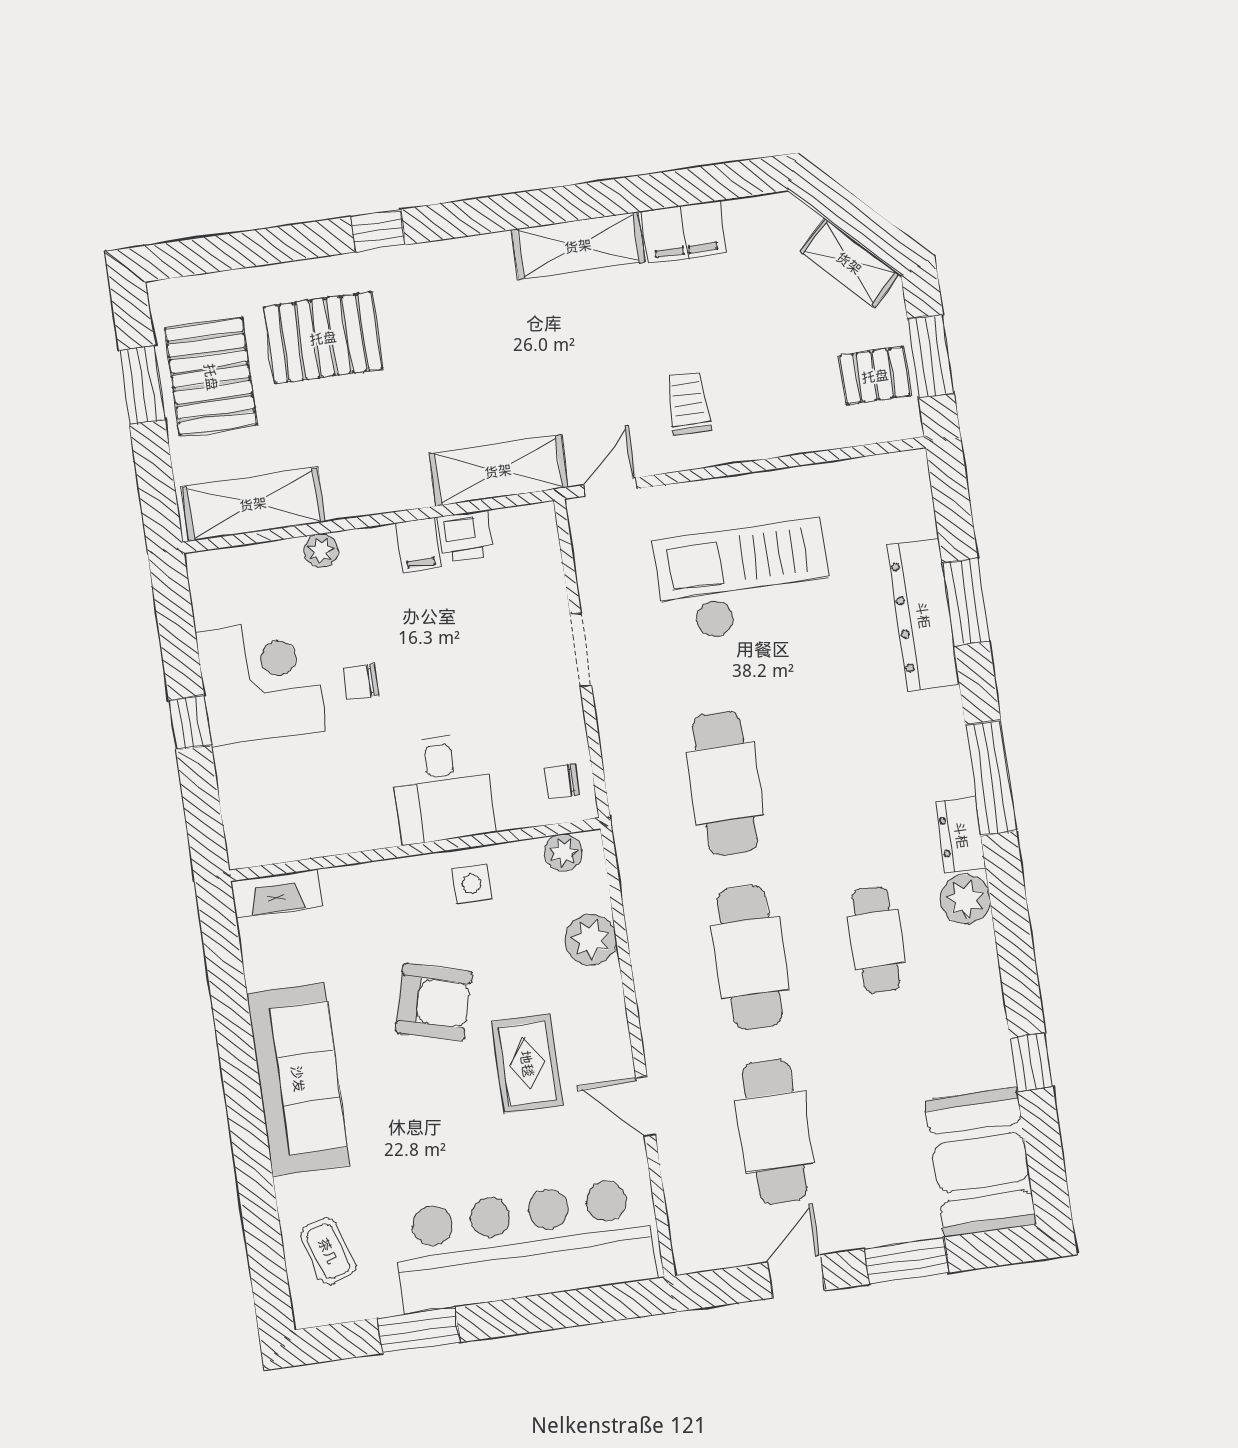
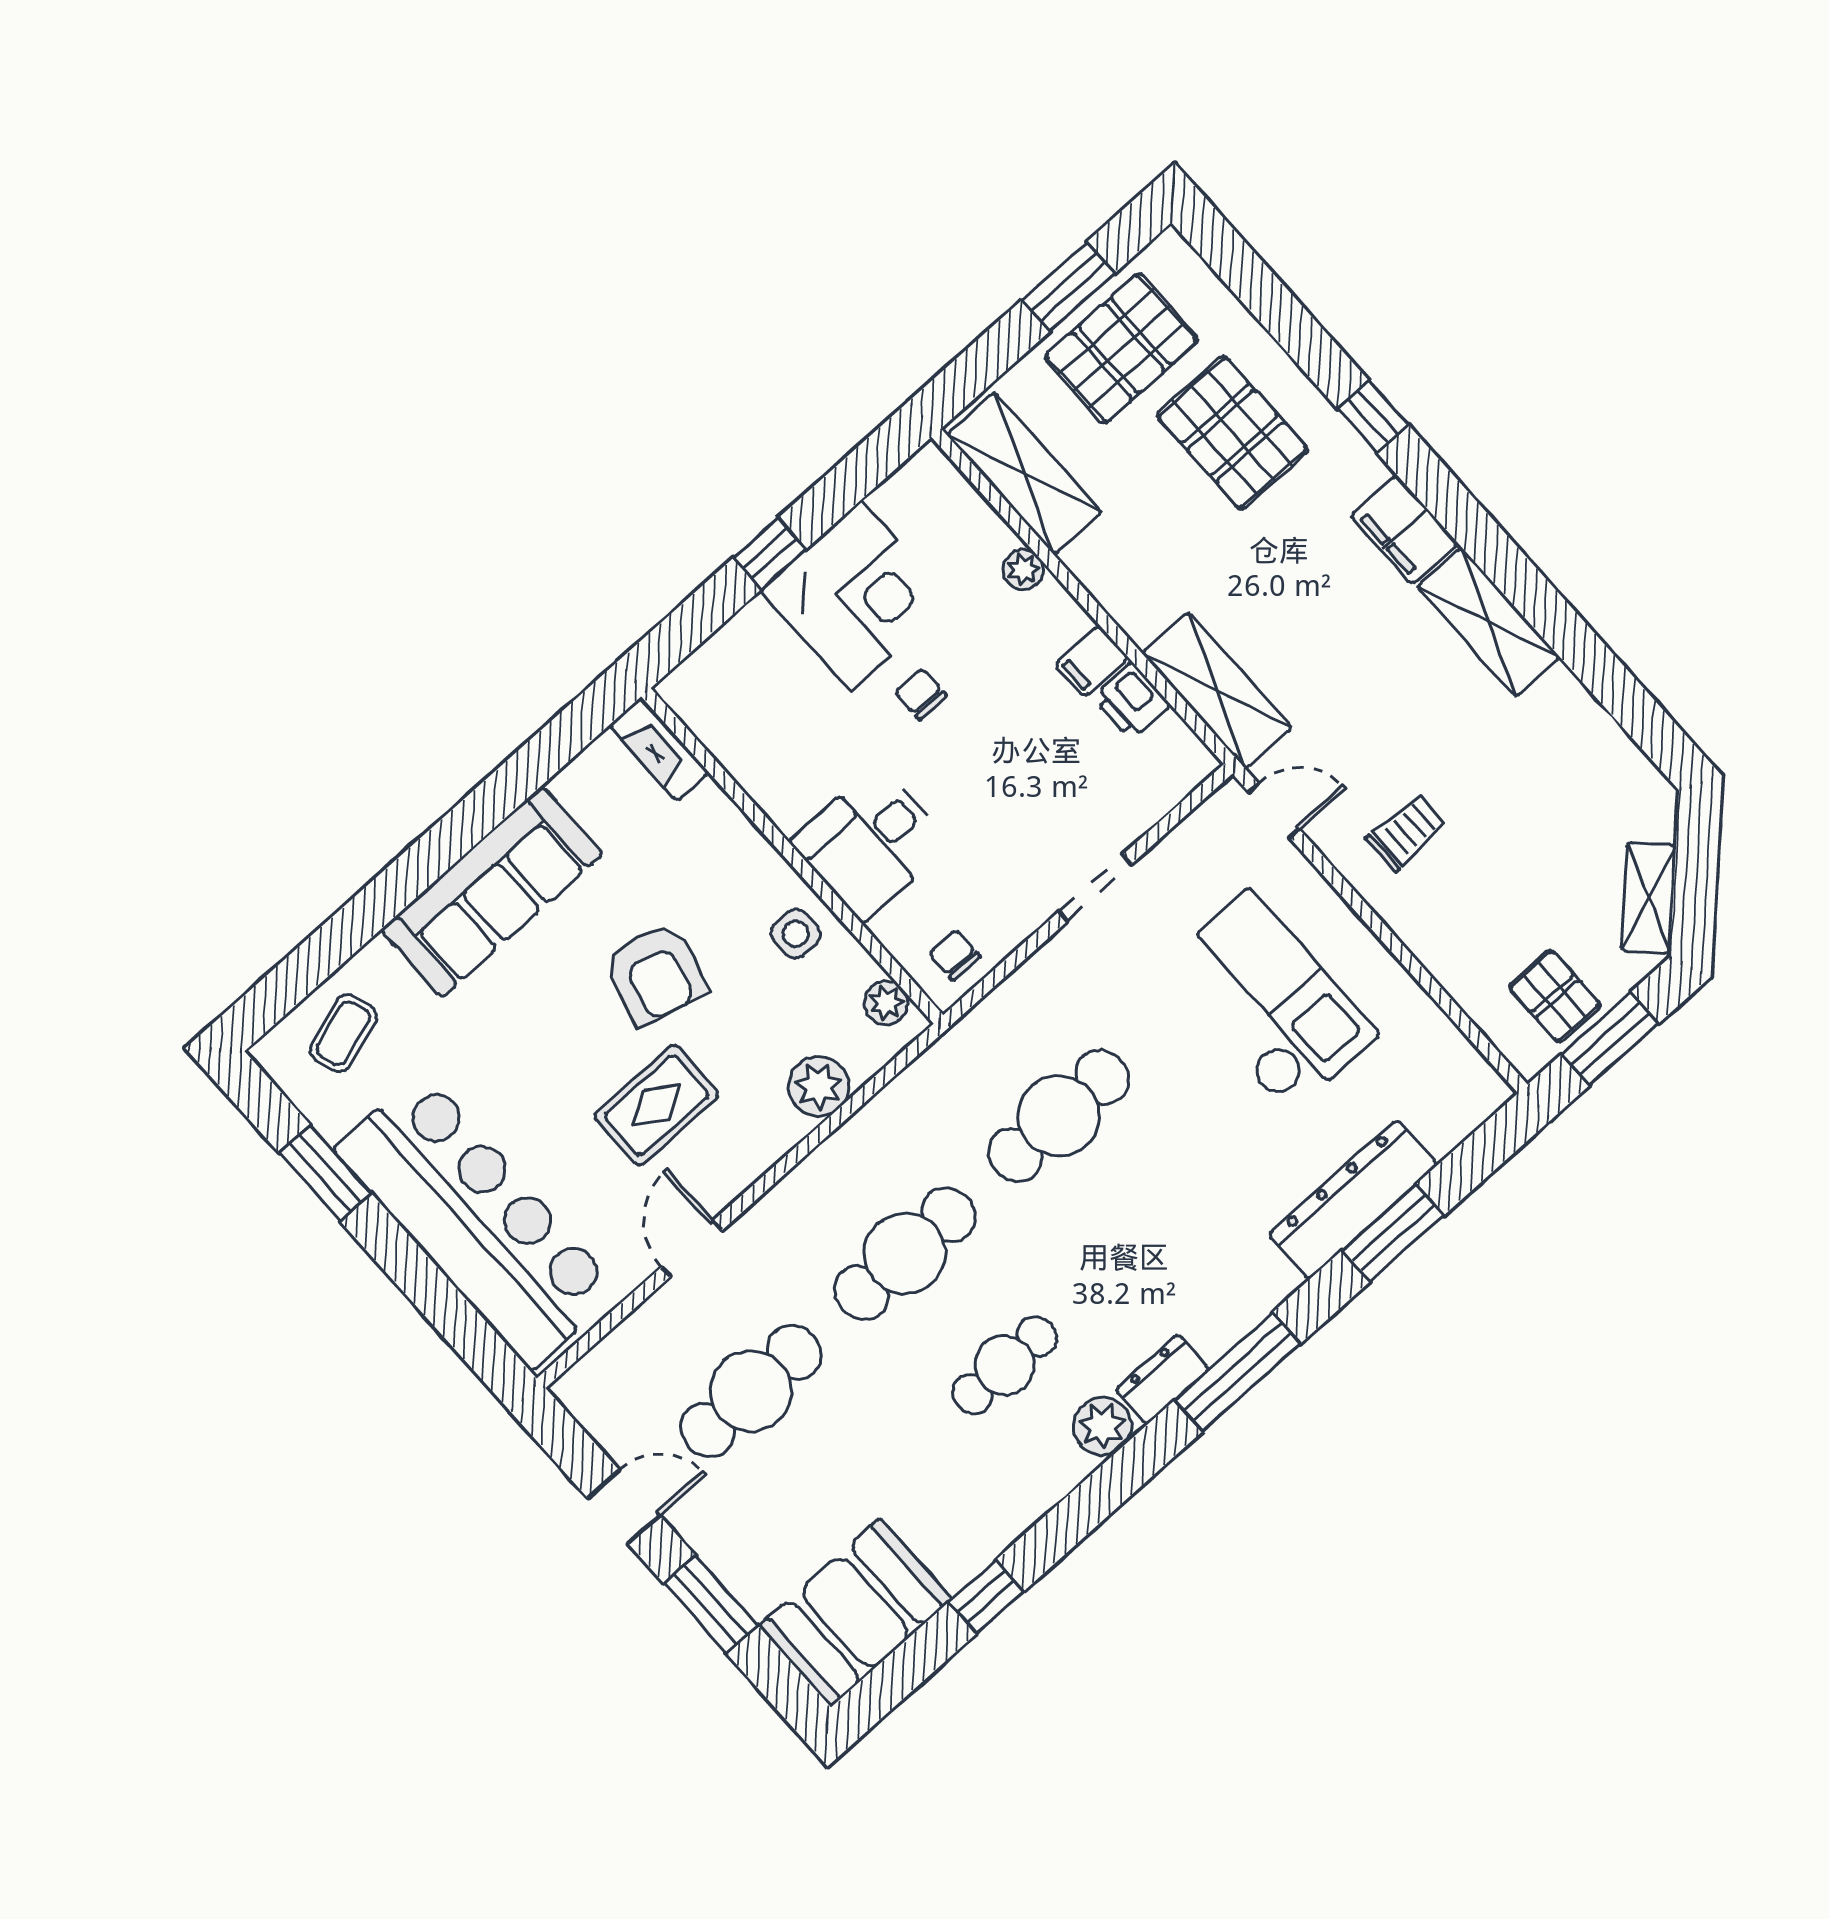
filing cabinet: (684, 232) -> (1404, 529), moved

